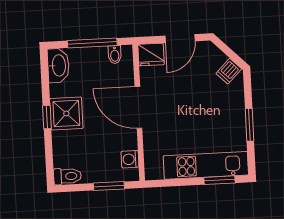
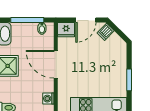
dishwasher: (229, 71) -> (106, 32), moved

